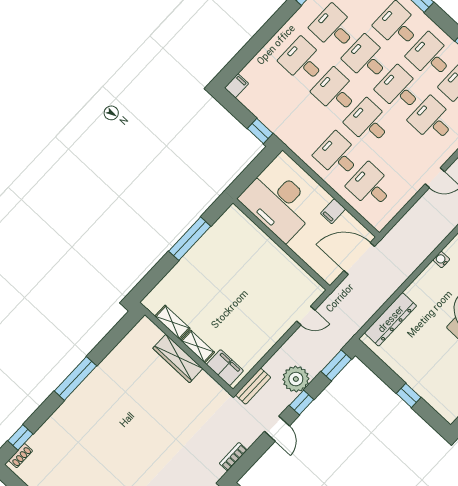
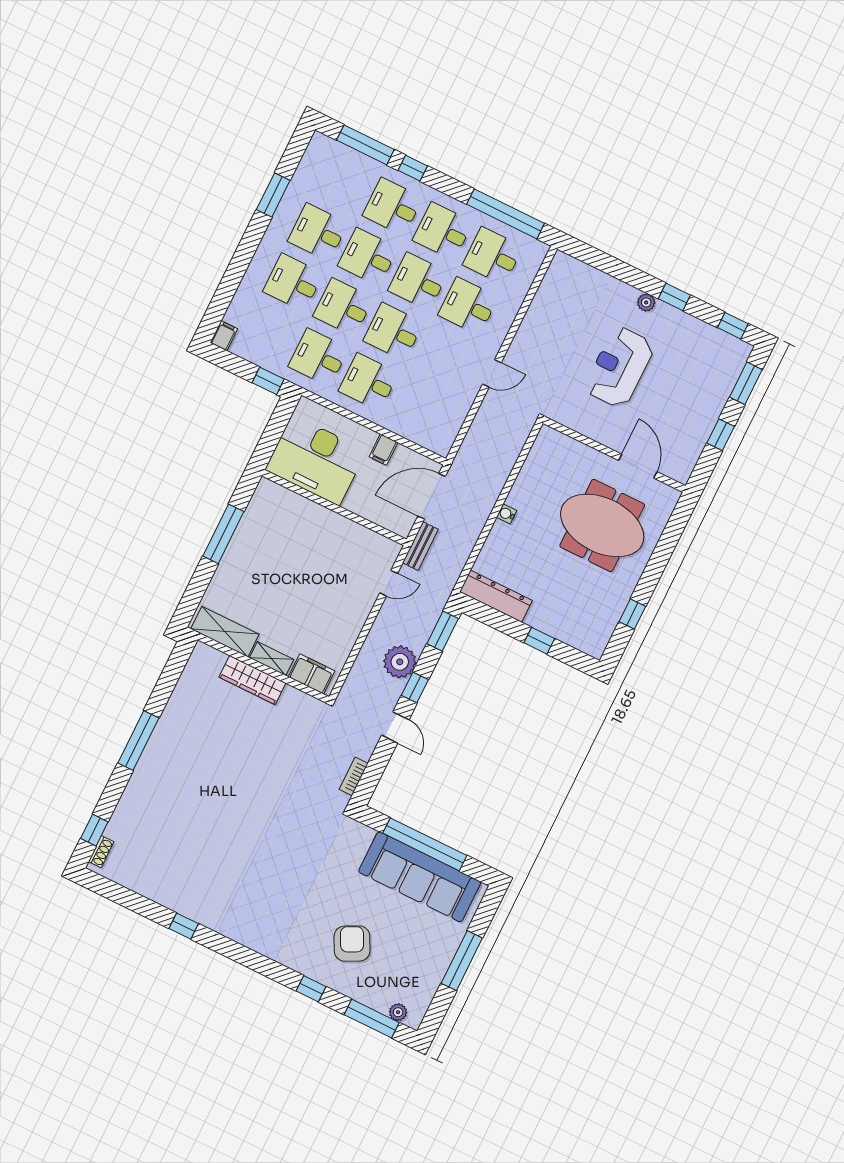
desk: (370, 186) -> (318, 357), moved
water cooler: (441, 260) -> (507, 514), moved
dresser: (391, 319) -> (496, 596), moved, turned -90
shelving: (172, 322) -> (225, 632), width x1.50, depth x1.33
bench: (253, 386) -> (420, 546), moved

